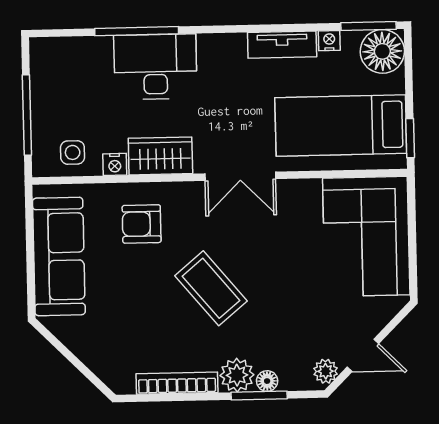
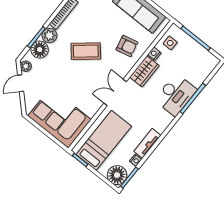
armchair: (142, 224) -> (127, 46), turned 77
floor lamp: (267, 381) -> (40, 50), width x1.89, depth x1.89

